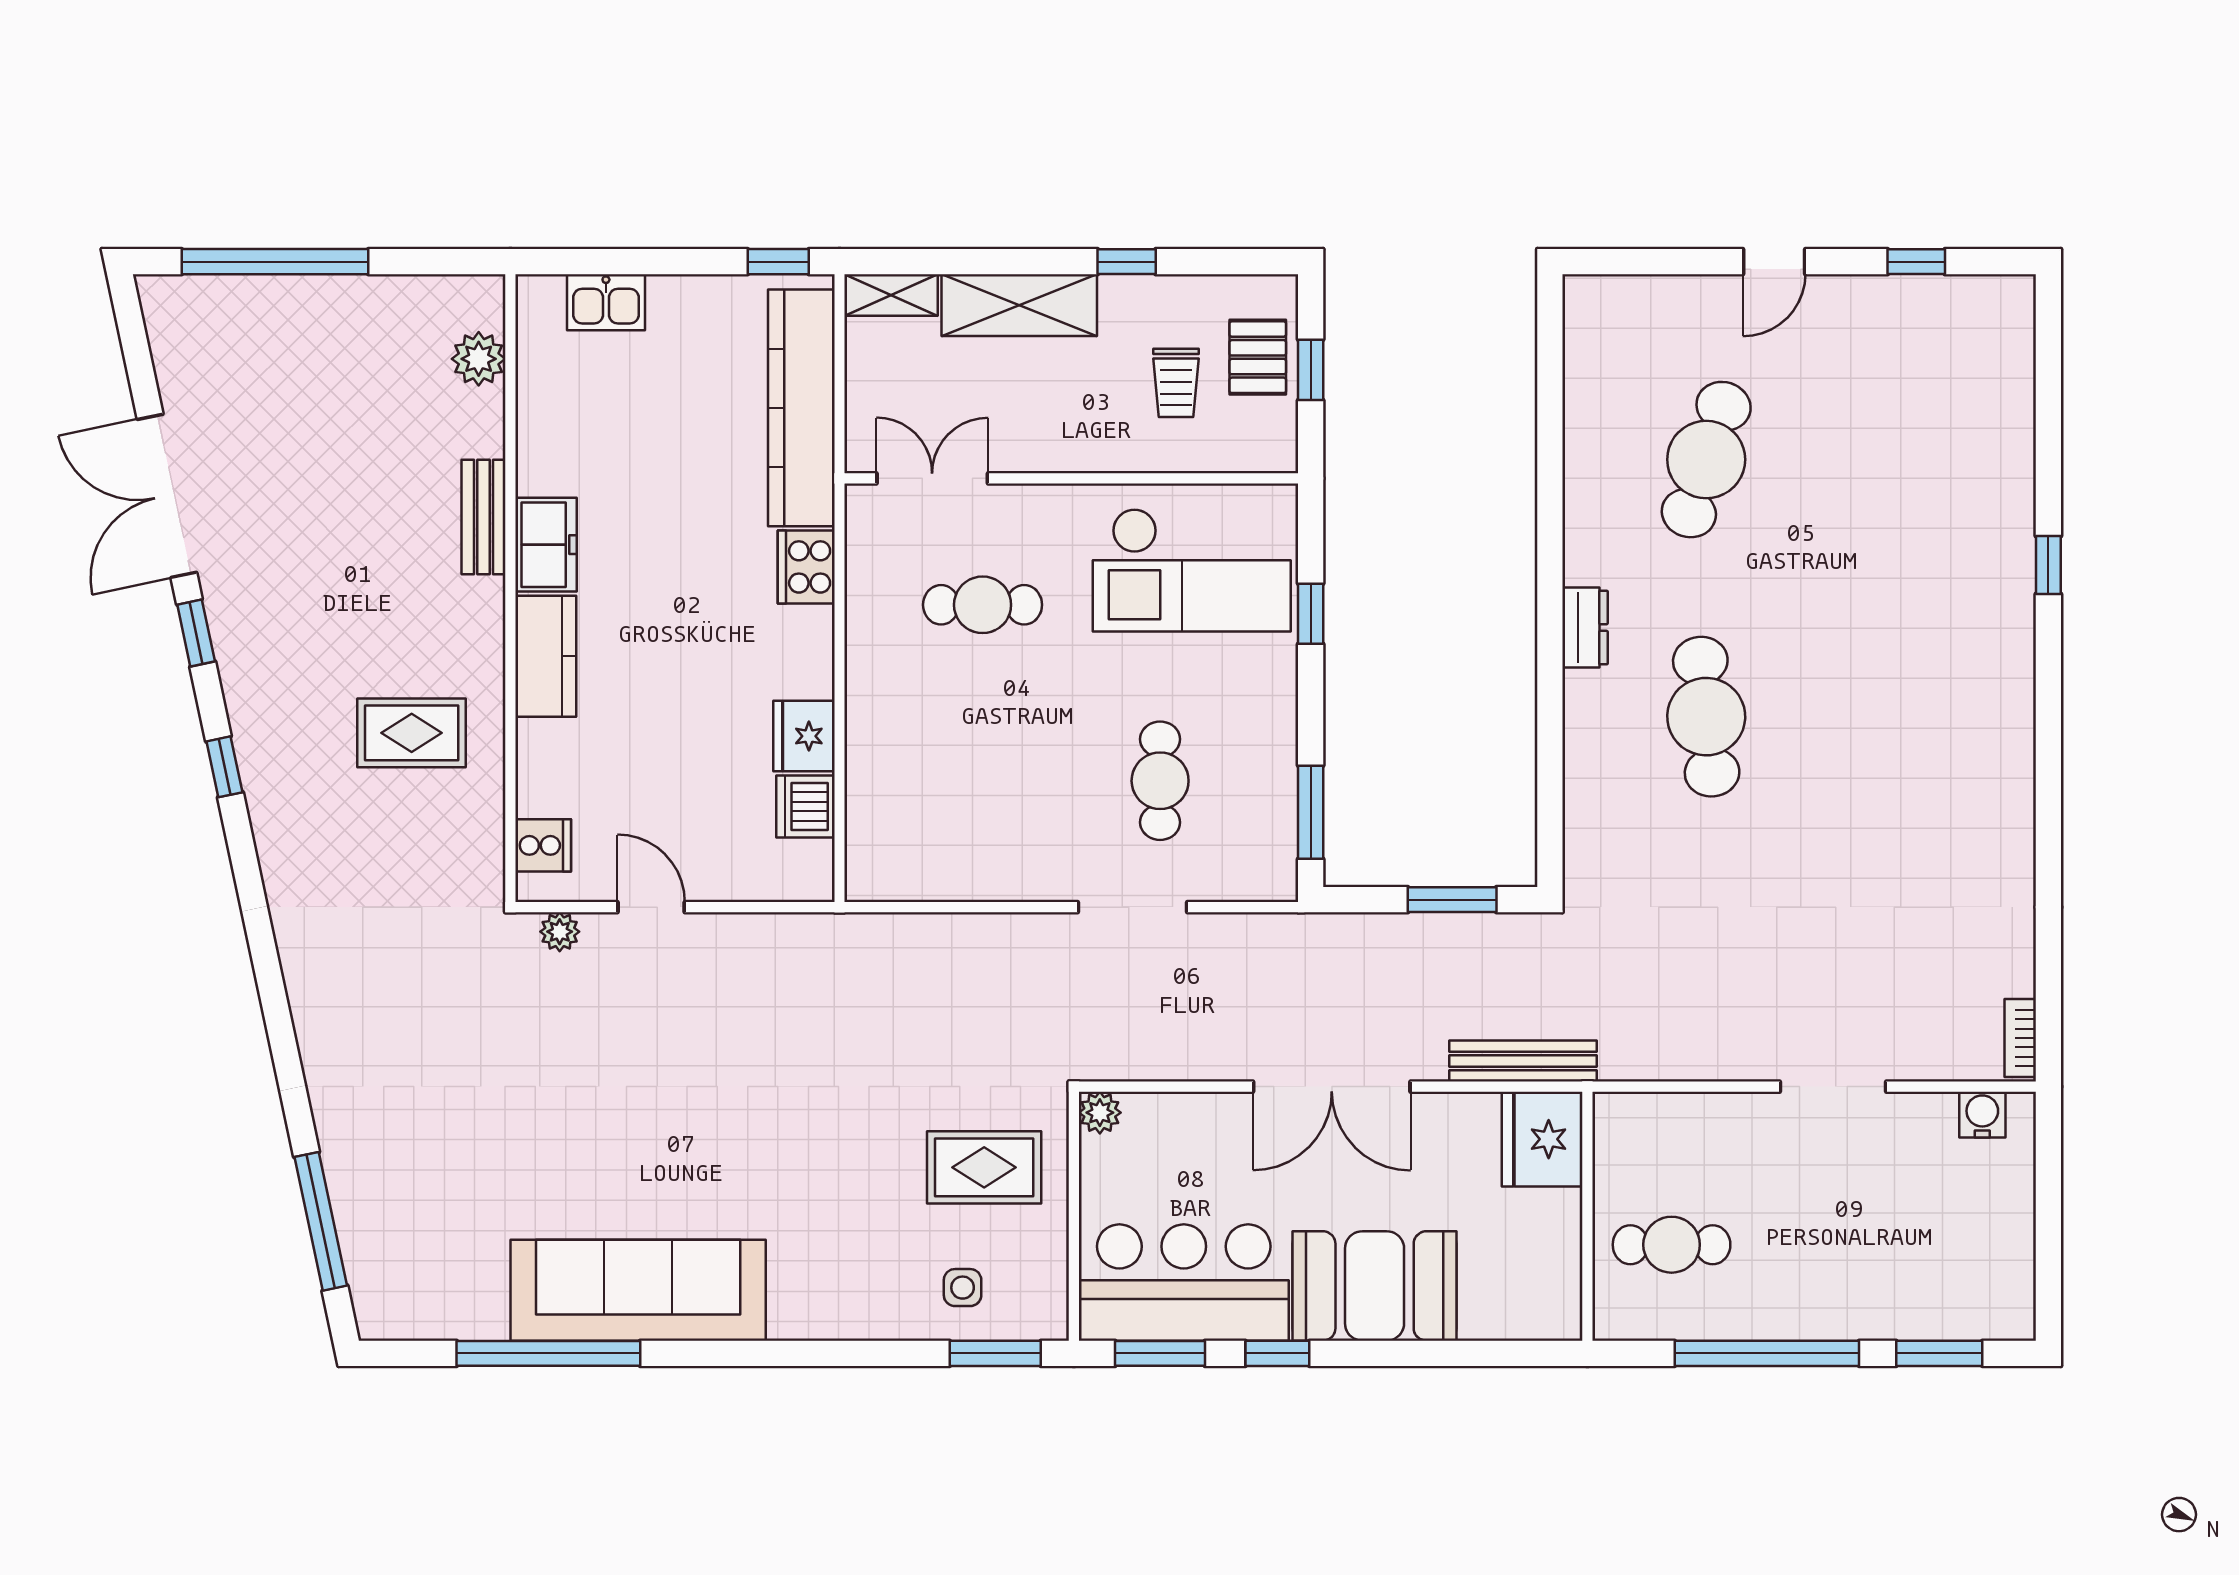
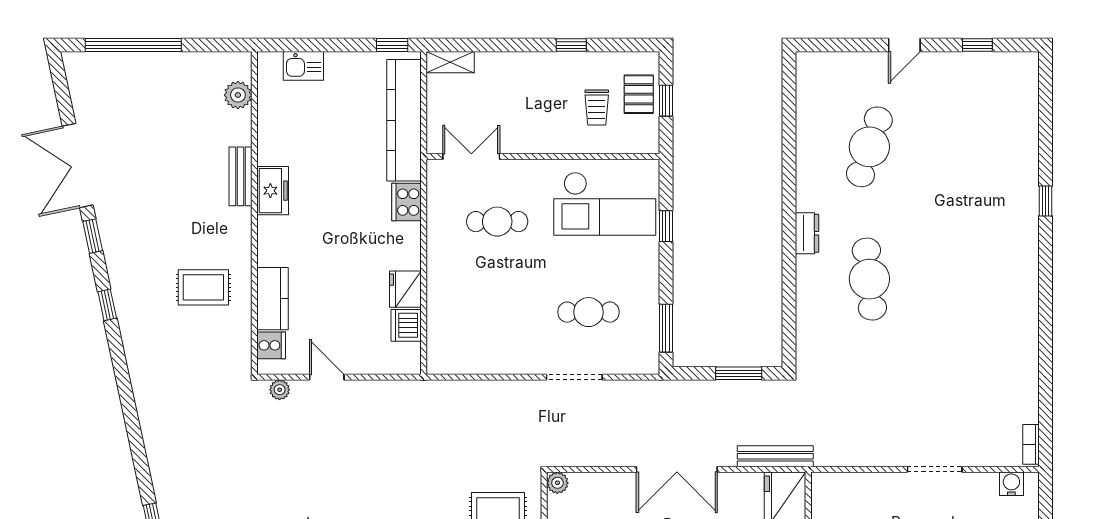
shelving: (1019, 305) -> (516, 67), removed
kitchen counter: (546, 656) -> (272, 299), moved
cafe table: (1160, 781) -> (588, 312), turned 90

